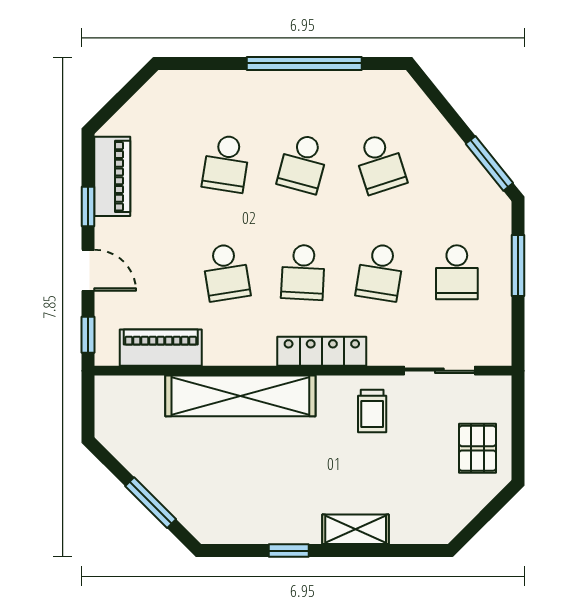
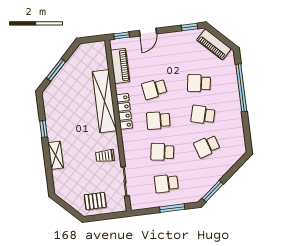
window: (304, 63) -> (241, 88), moved
piano: (112, 176) -> (214, 44), moved, turned 45
window: (88, 206) -> (190, 27), moved
locker: (322, 351) -> (124, 111), moved

